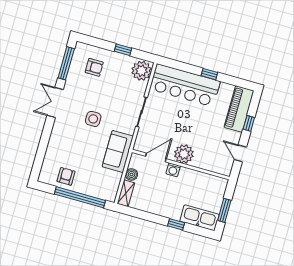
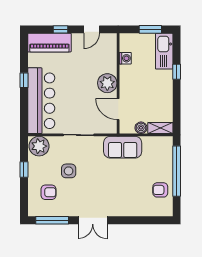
armchair: (94, 67) -> (48, 192), turned 90
side table: (93, 119) -> (69, 171), moved
washing machine: (173, 170) -> (125, 58), moved

